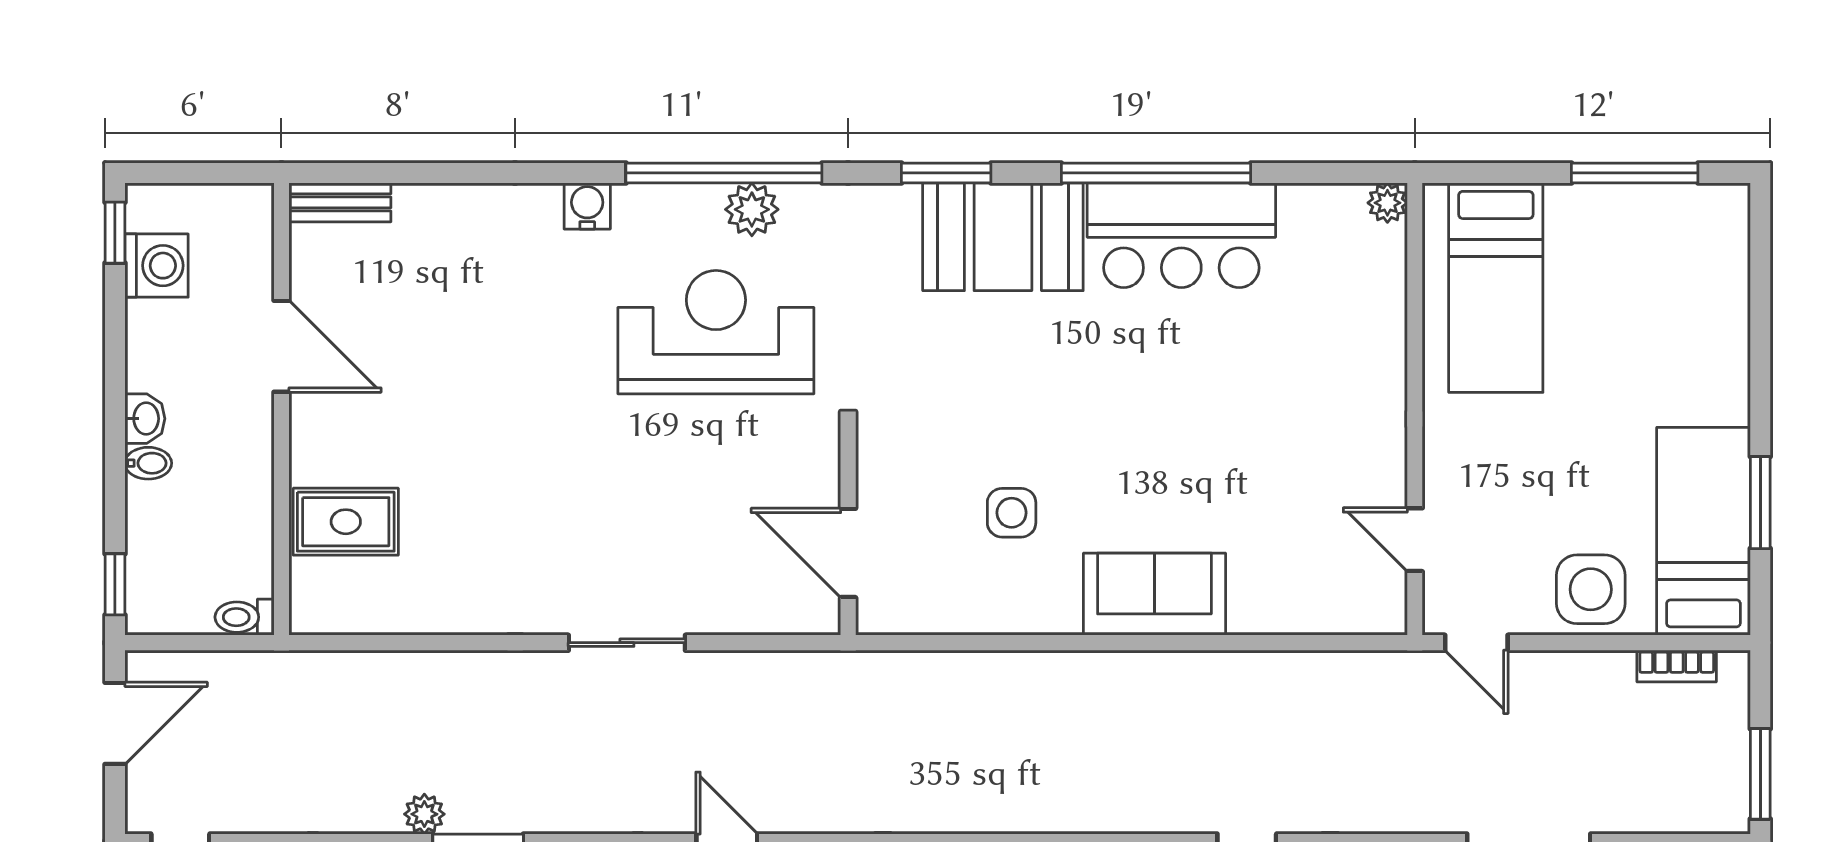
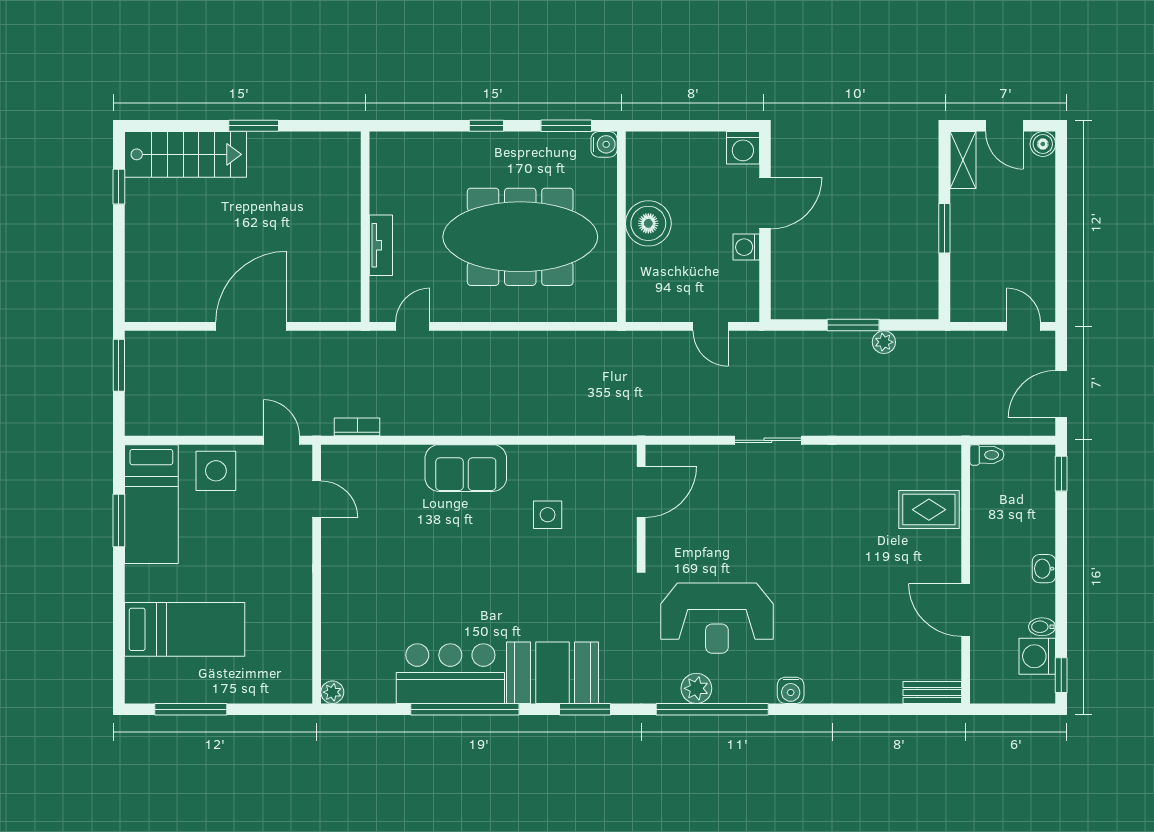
bed: (1496, 288) -> (185, 629), moved, turned 90
bidet: (148, 463) -> (1042, 627), moved
door: (848, 553) -> (641, 492), hinge flipped
bookcase: (1677, 666) -> (357, 427), moved

